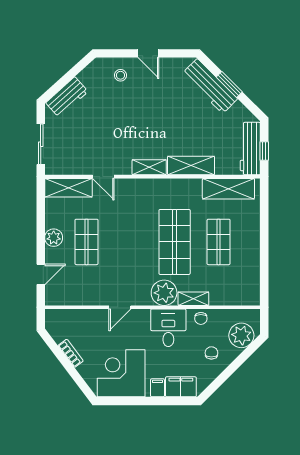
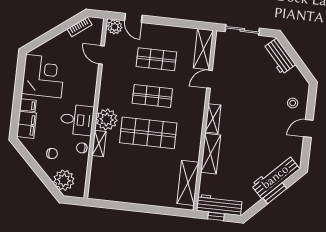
plant: (54, 238) -> (115, 27), moved
shop shelf: (219, 242) -> (152, 96), moved
door: (120, 307) -> (102, 55), moved
bookcase: (71, 353) -> (80, 27), moved

